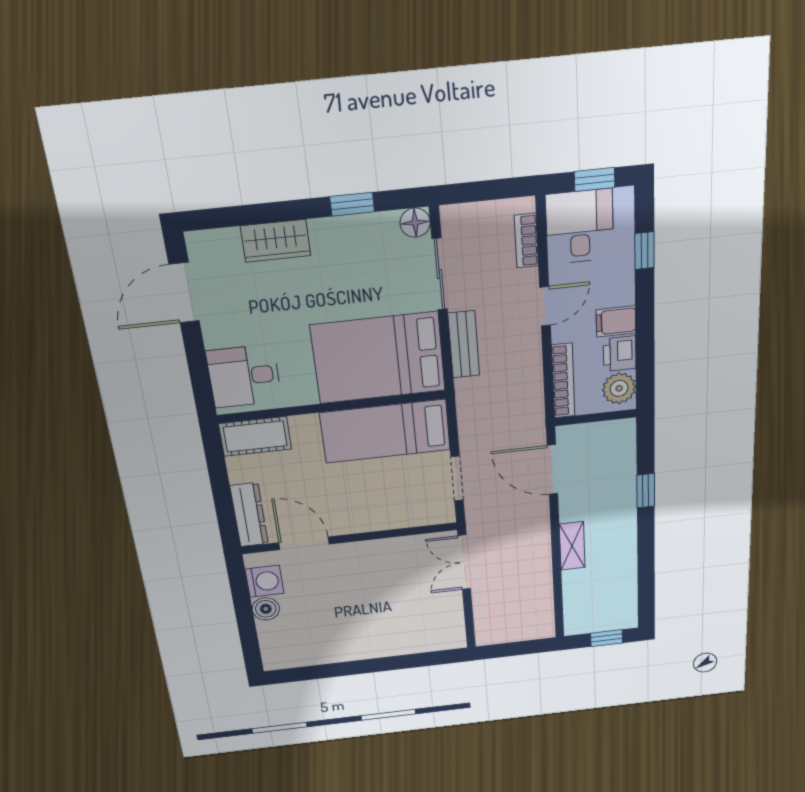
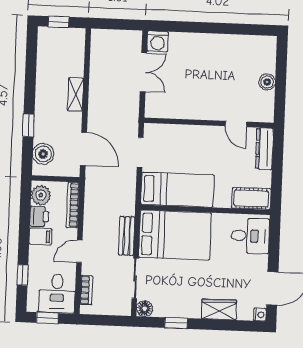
nightstand: (197, 242) -> (260, 315), added
boiler: (619, 452) -> (43, 154), added
door: (304, 543) -> (236, 124), width x0.73
double door: (464, 562) -> (143, 72), moved
washing machine: (264, 581) -> (158, 41), moved, turned -90

